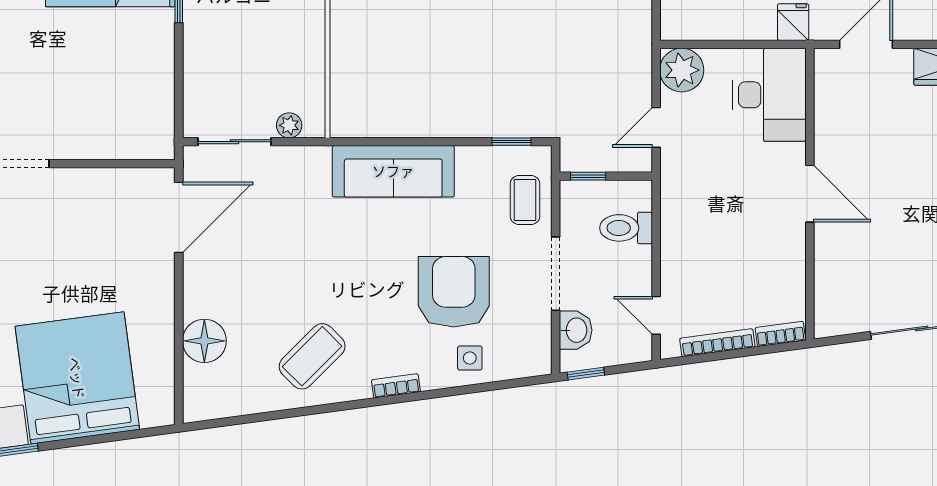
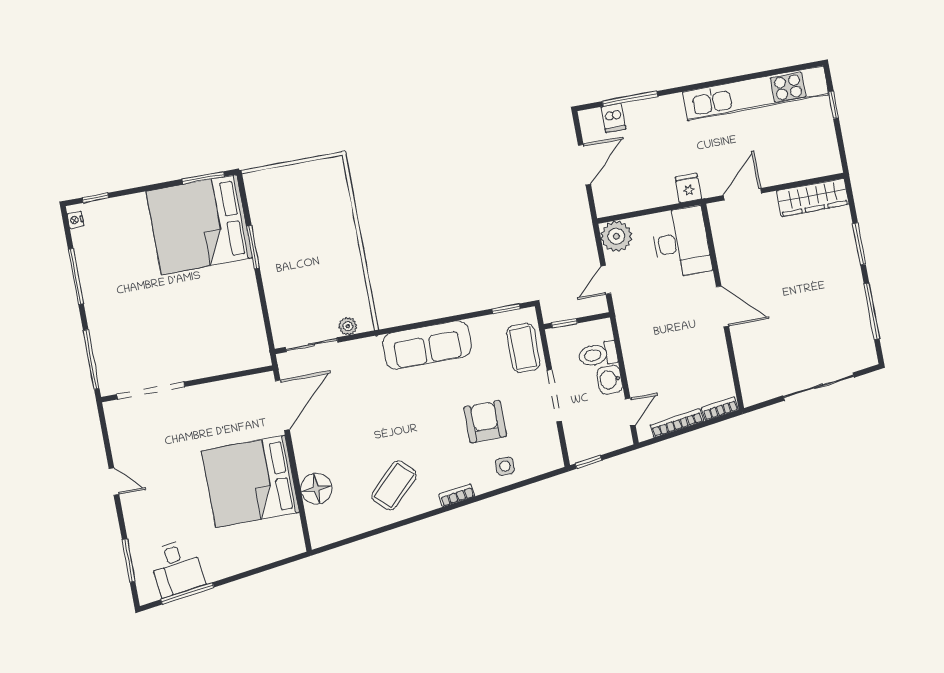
coffee table: (525, 200) -> (523, 348), width x1.36, depth x1.30
armchair: (454, 292) -> (485, 422), width x0.73, depth x0.73
door: (656, 315) -> (630, 412), swing flipped
washbasin: (576, 330) -> (610, 380), moved, turned 180
bed: (77, 378) -> (250, 481), moved, turned -82

